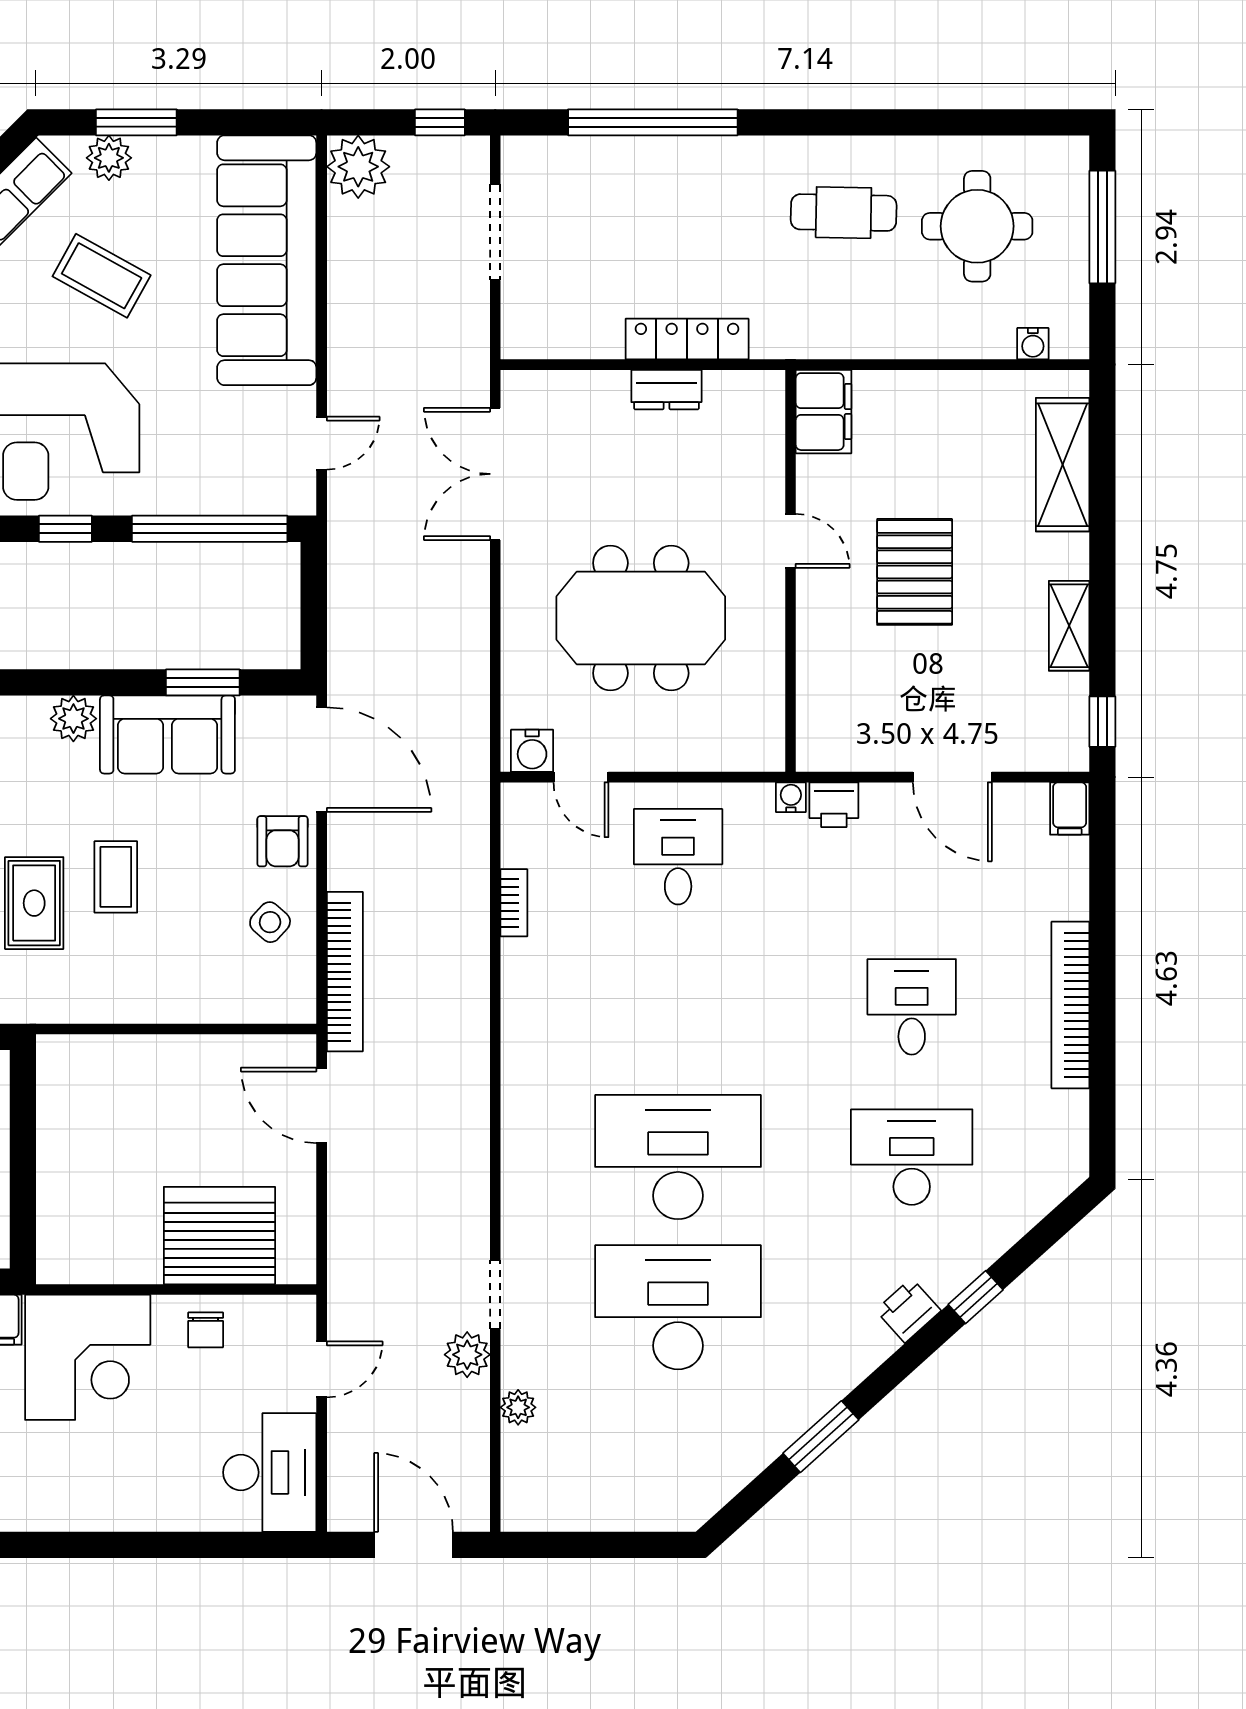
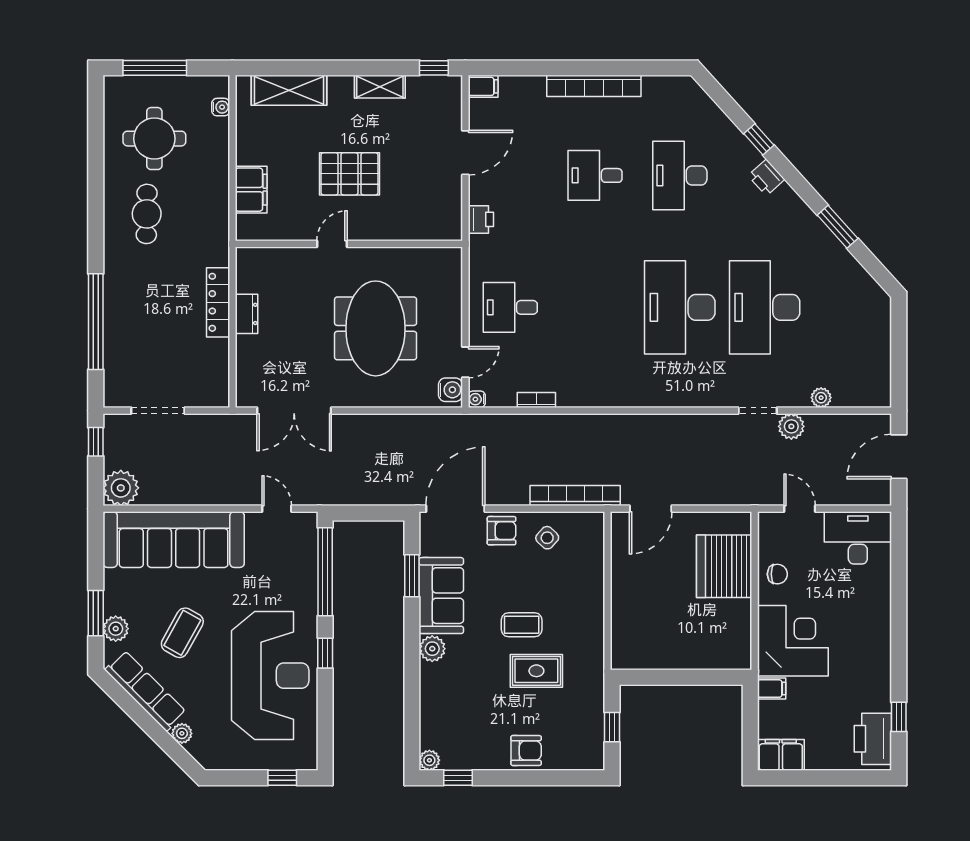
filing cabinet: (824, 412) -> (251, 190), moved, turned 90
water cooler: (791, 797) -> (477, 399), moved

